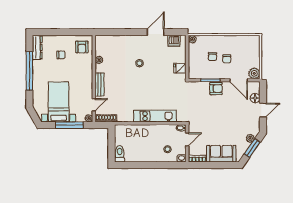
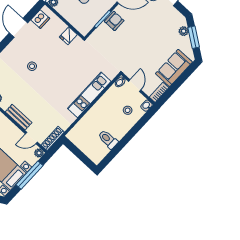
door: (94, 105) -> (31, 138), swing flipped
toilet: (120, 154) -> (108, 139), moved

